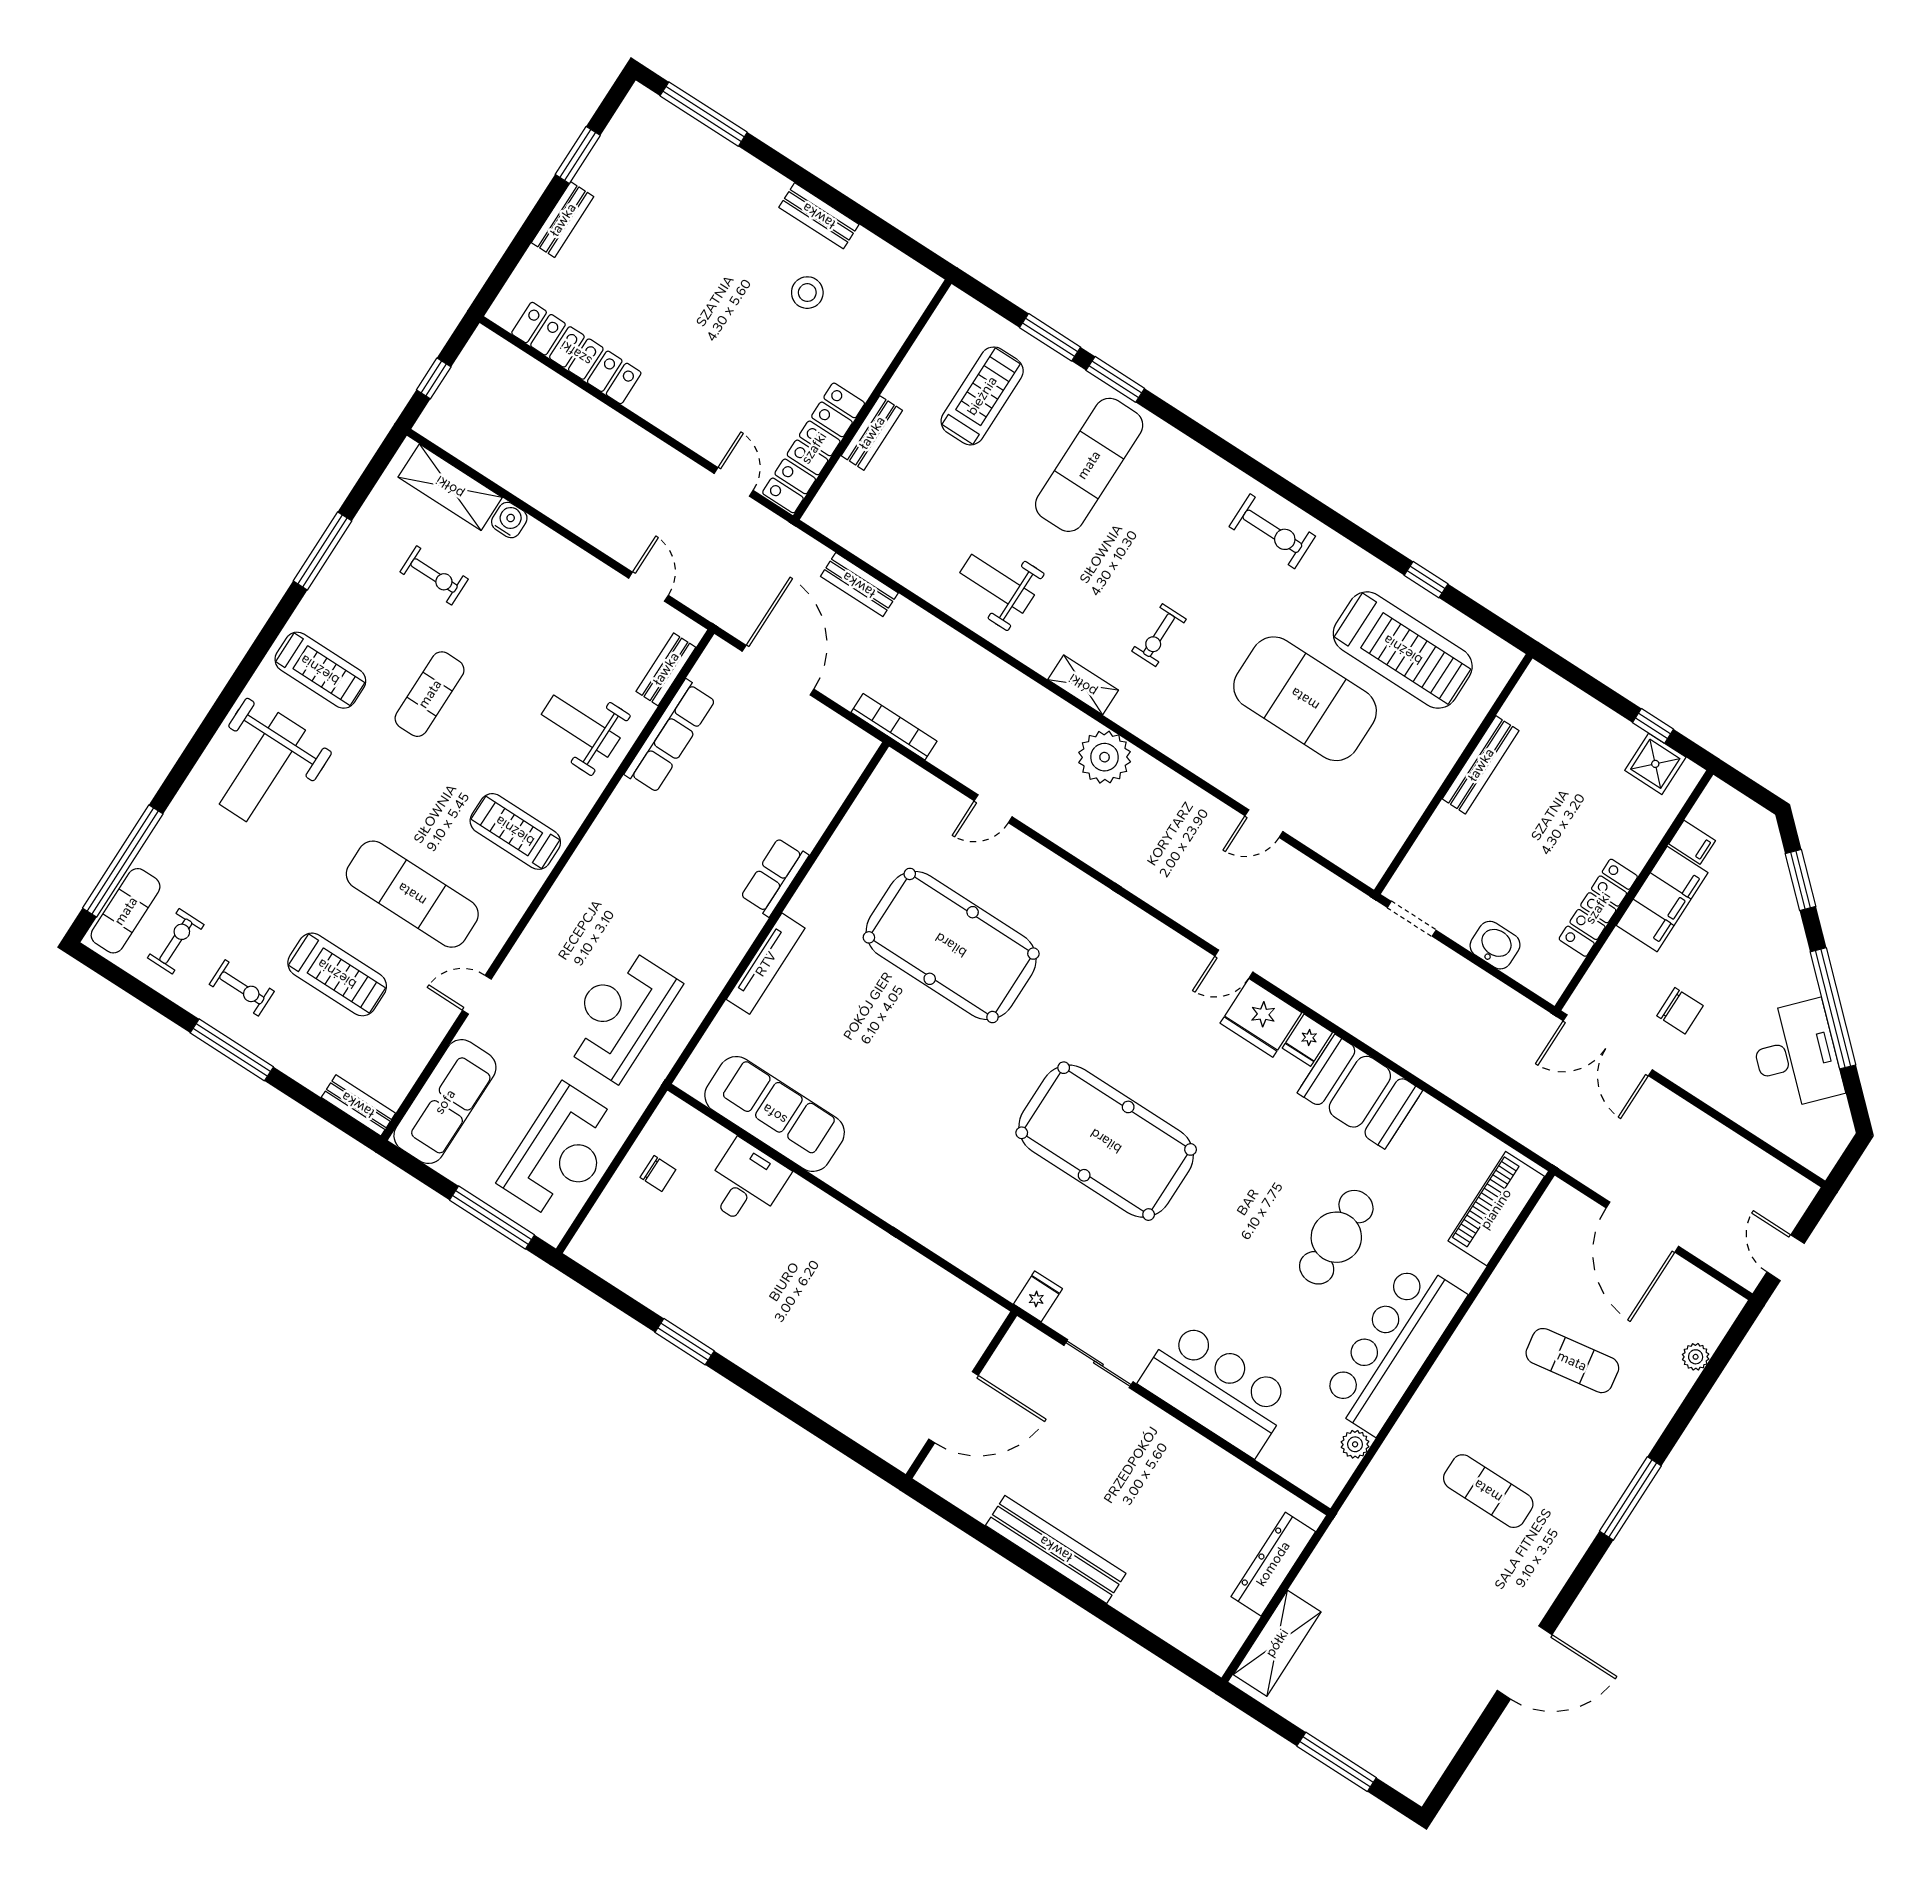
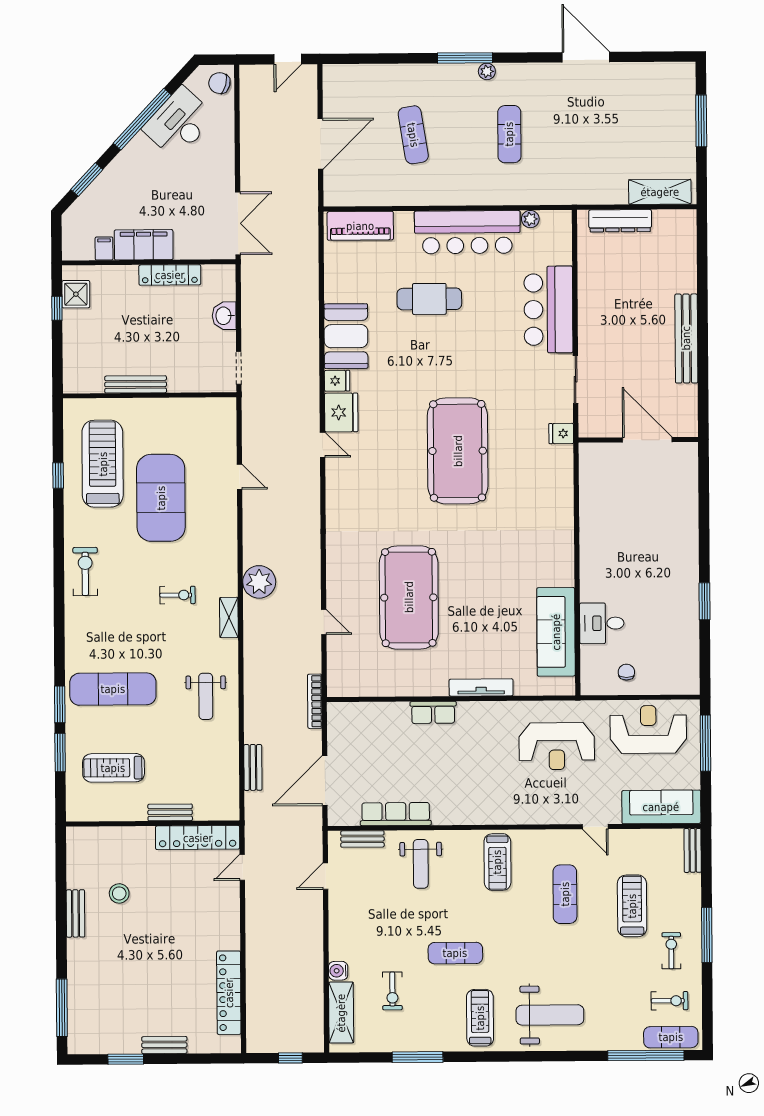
exercise bike: (434, 575) -> (392, 991), turned 180
exercise mat: (412, 894) -> (565, 894), width x0.73, depth x0.69
exercise bike: (176, 941) -> (670, 1001), turned 180
chair: (1680, 1011) -> (219, 83), moved, turned -75
plant: (1696, 1357) -> (487, 71), moved

